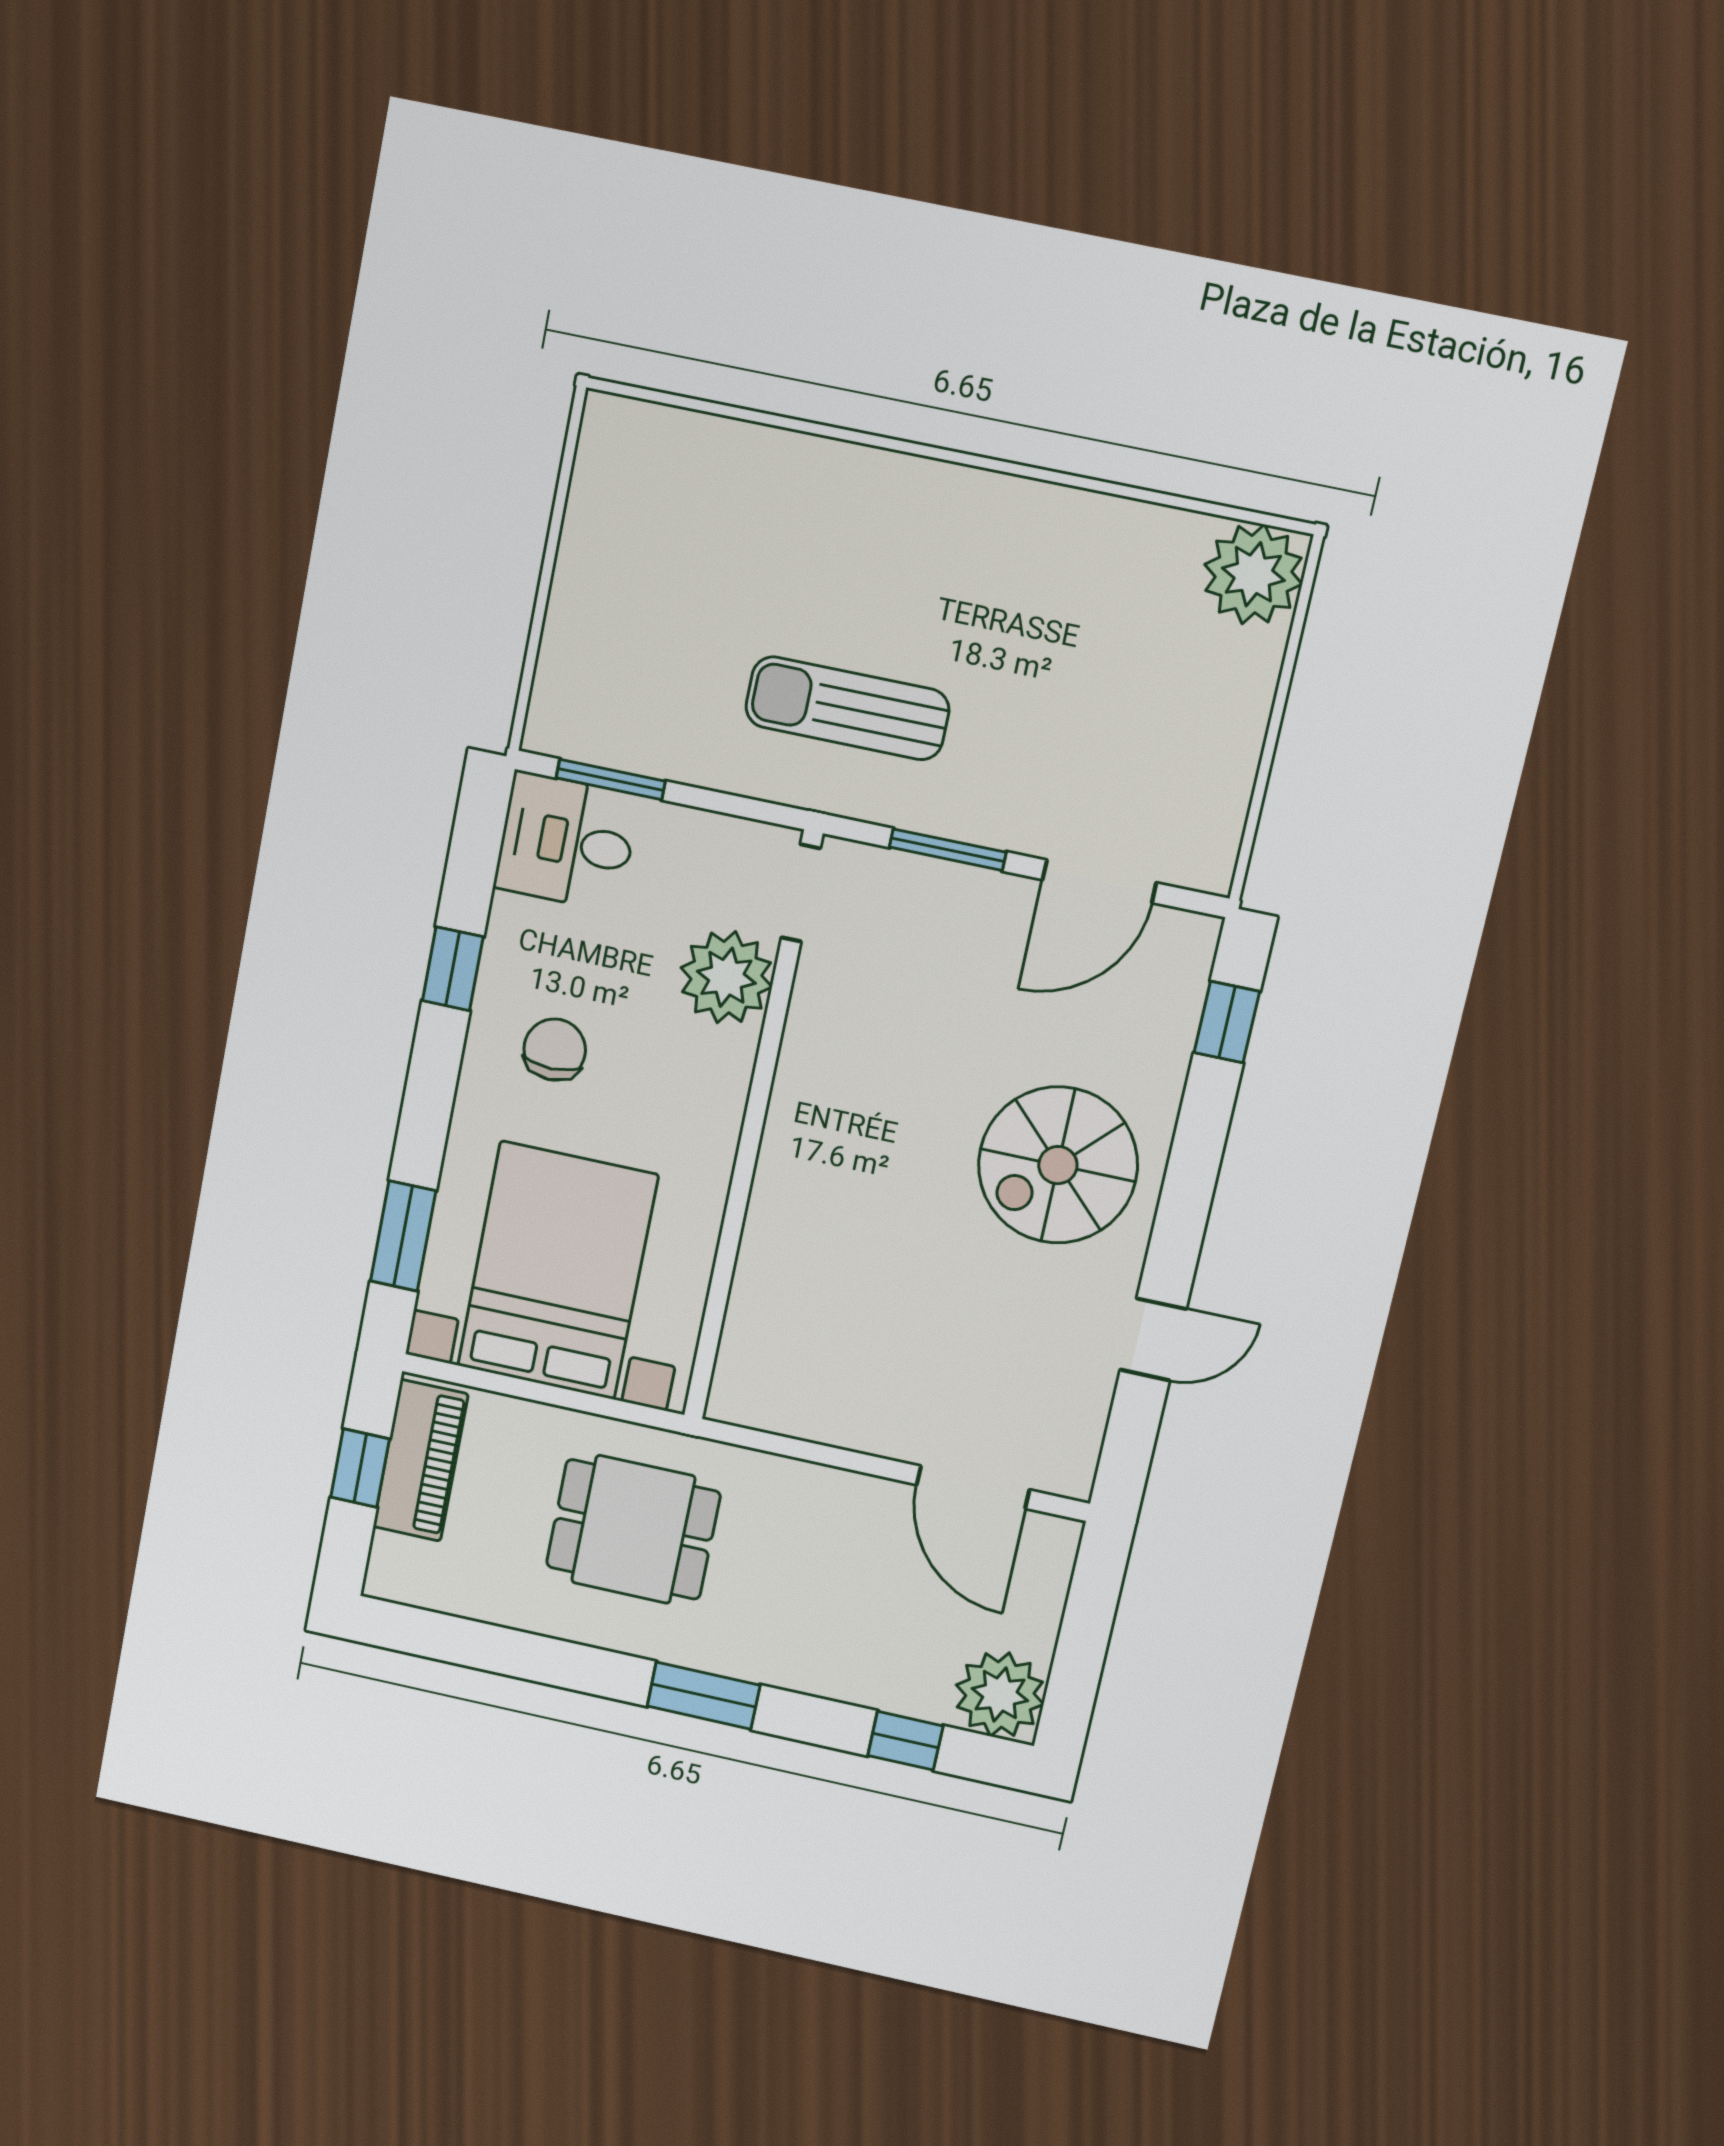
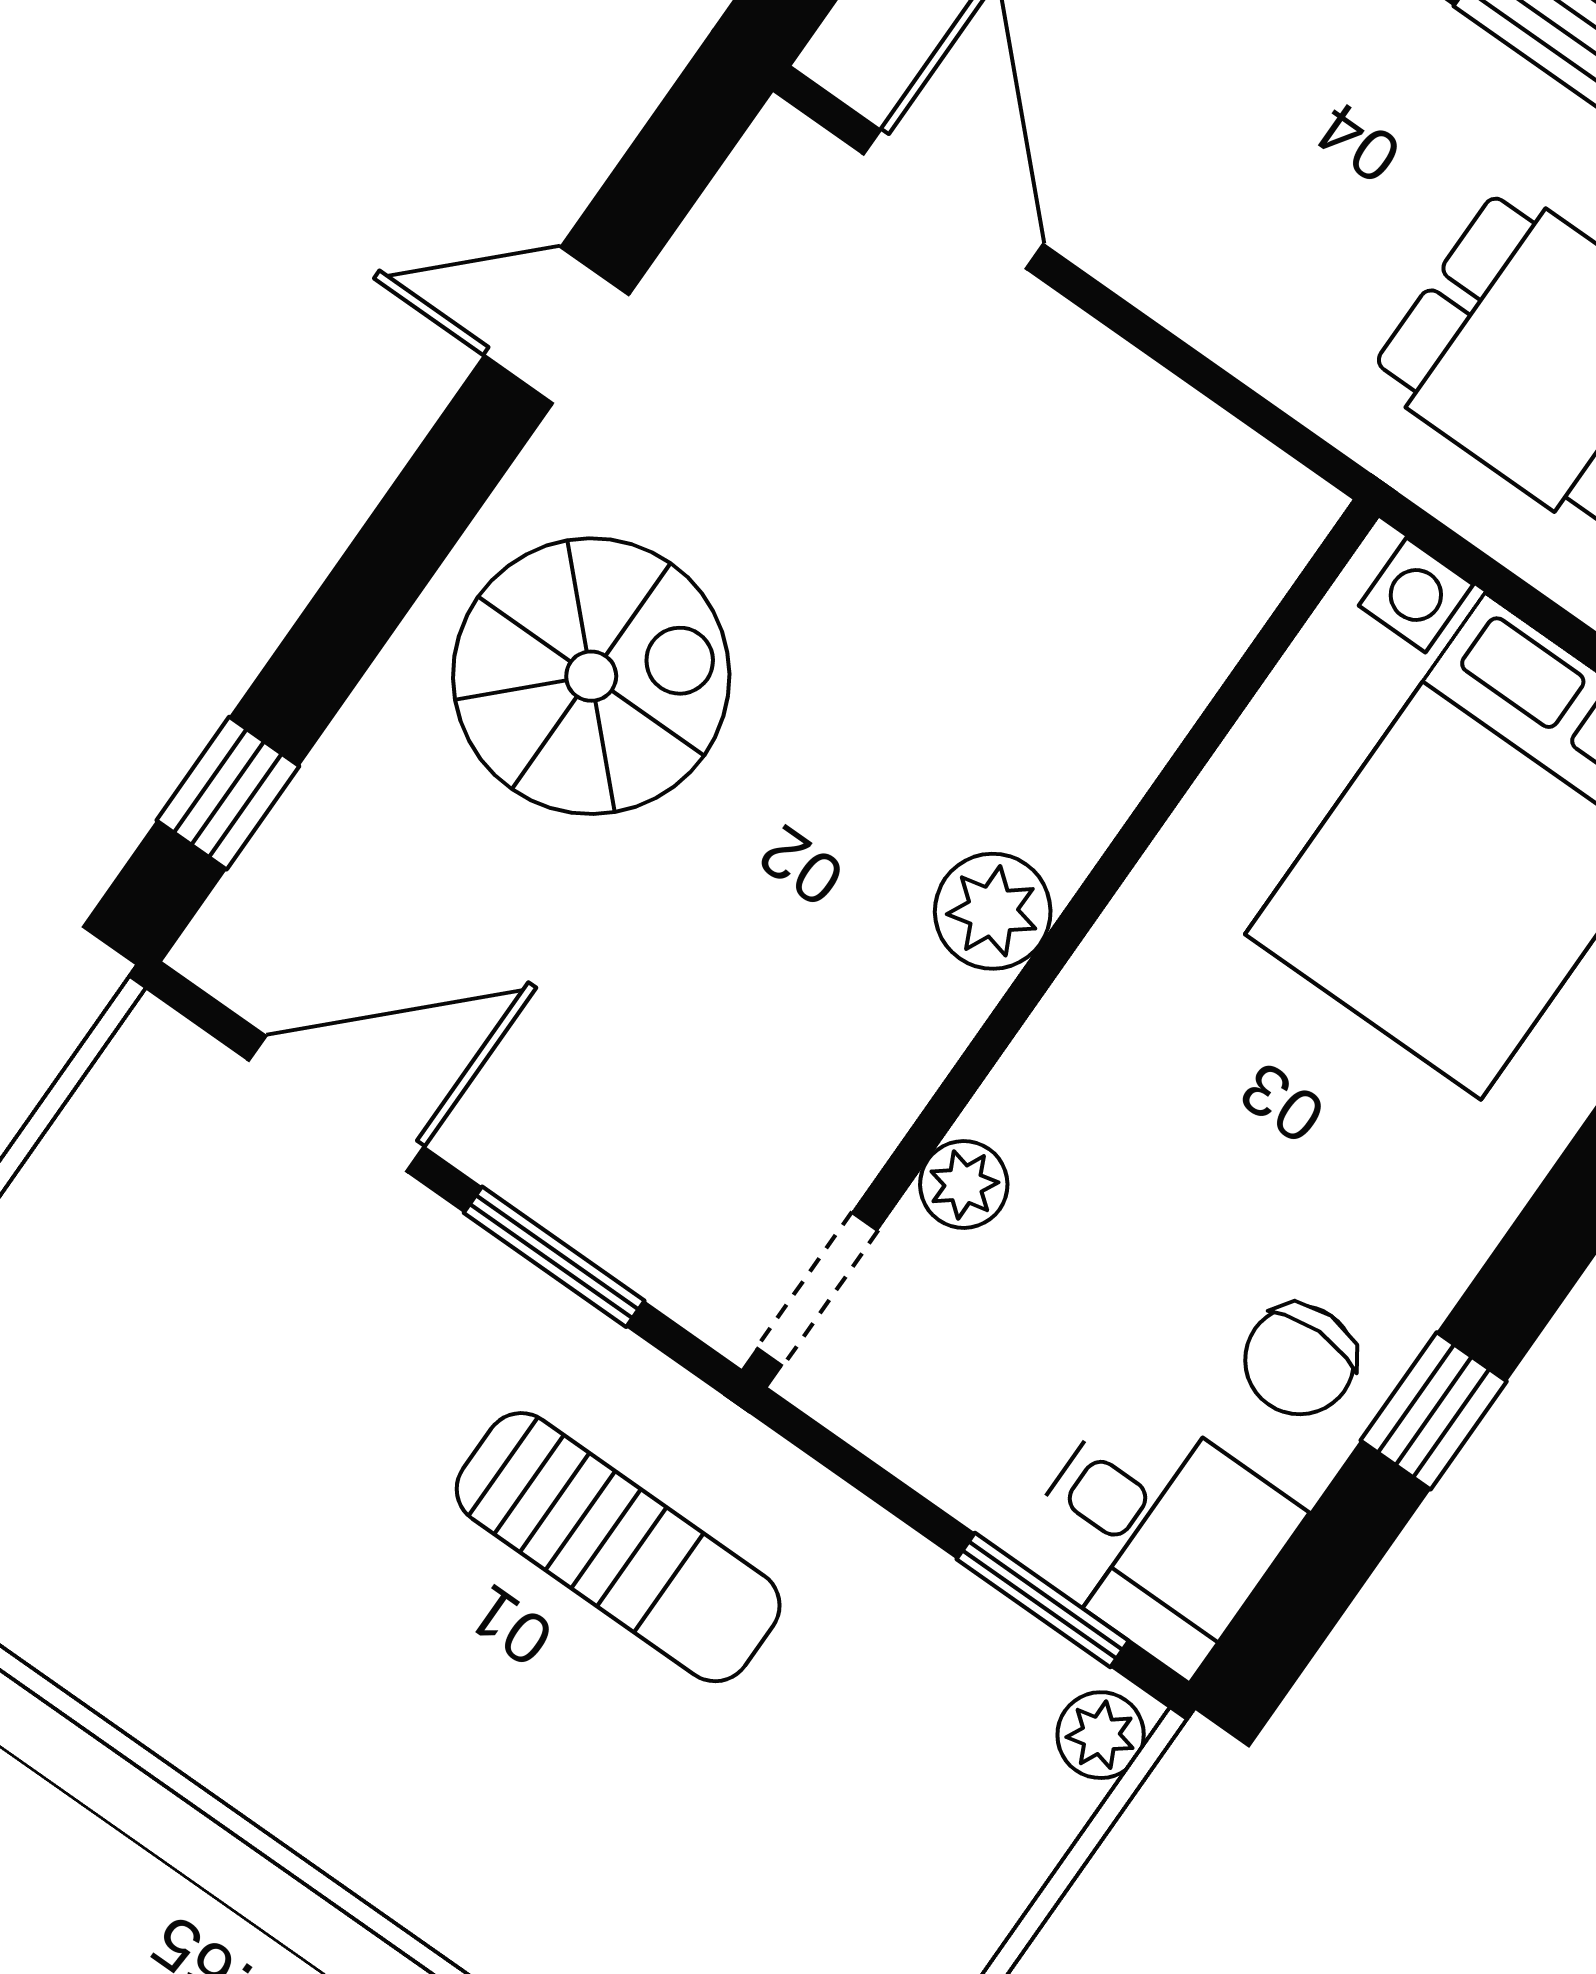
plant: (549, 721) -> (1101, 1735), added
plant: (726, 977) -> (964, 1184), width x0.53, depth x0.53
chair: (555, 1050) -> (1300, 1360), moved
plant: (795, 1131) -> (993, 911), added

